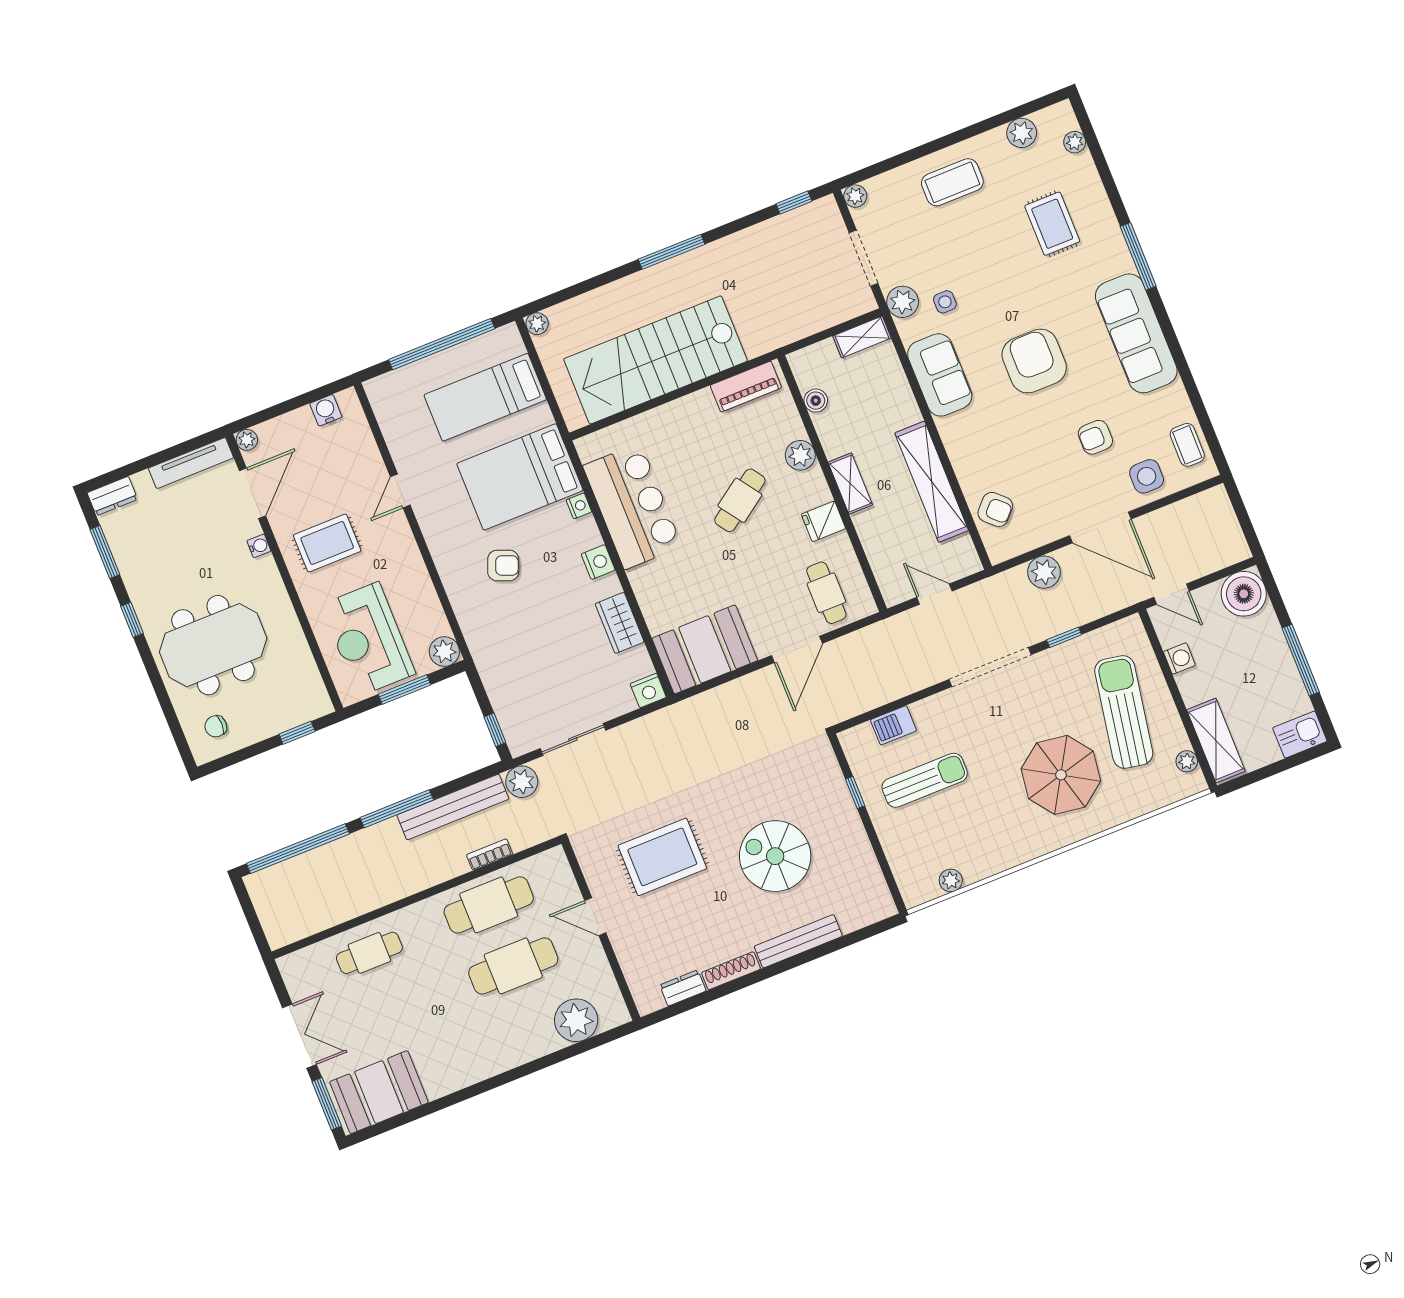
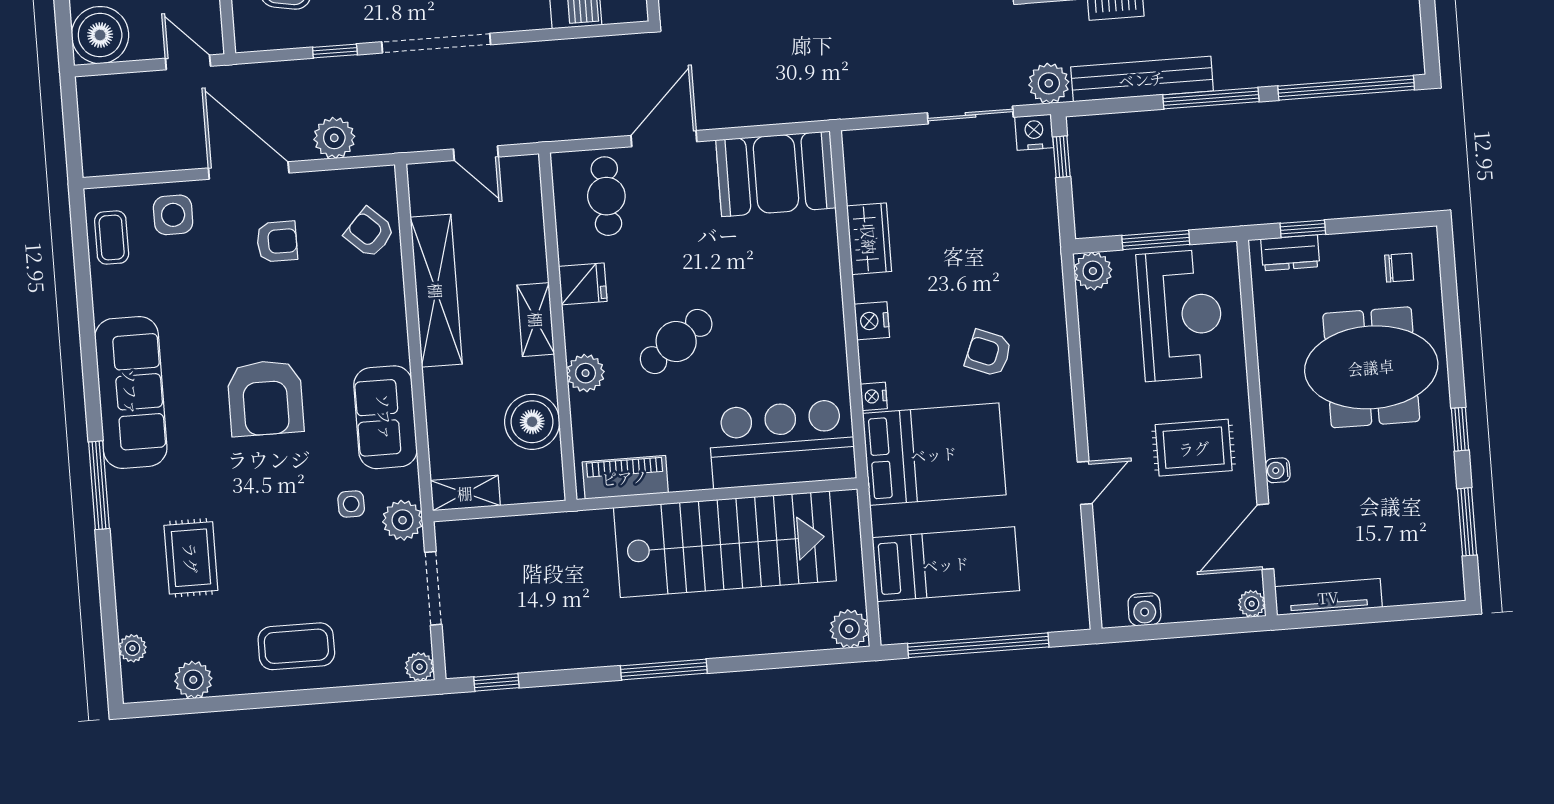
plant: (537, 324) -> (849, 629), width x1.38, depth x1.38
boiler: (816, 401) -> (532, 422), width x1.86, depth x1.86
armchair: (1095, 437) -> (277, 241), moved
dresser: (112, 496) -> (1290, 253), moved, turned 180
bar counter: (632, 506) -> (782, 444), moved, turned 90
nightstand: (648, 690) -> (1034, 132), moved

